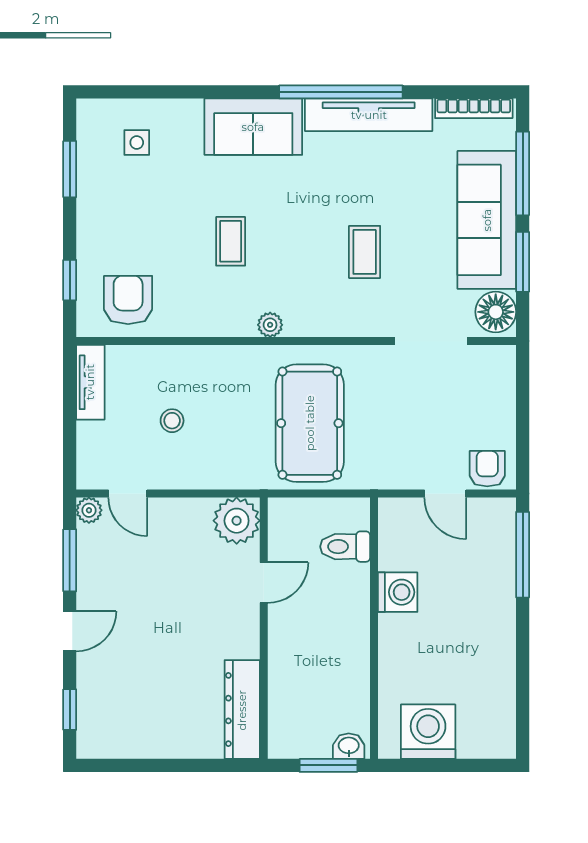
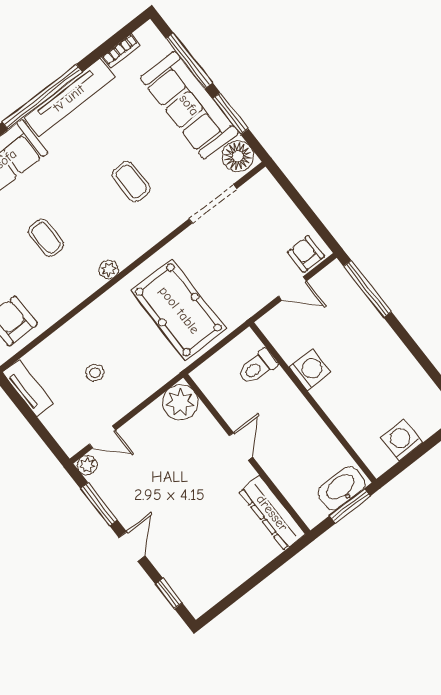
bookcase: (474, 108) -> (121, 51), width x0.64
door: (264, 583) -> (241, 446), moved
washing machine: (428, 732) -> (402, 440), width x0.73, depth x0.73
washbasin: (349, 746) -> (342, 488), width x1.91, depth x1.45

